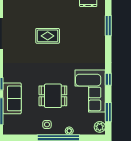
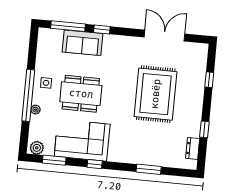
window: (108, 26) -> (149, 169), moved
rug: (48, 36) -> (156, 94), width x1.86, depth x2.06
dining table: (53, 96) -> (81, 94), width x1.38

